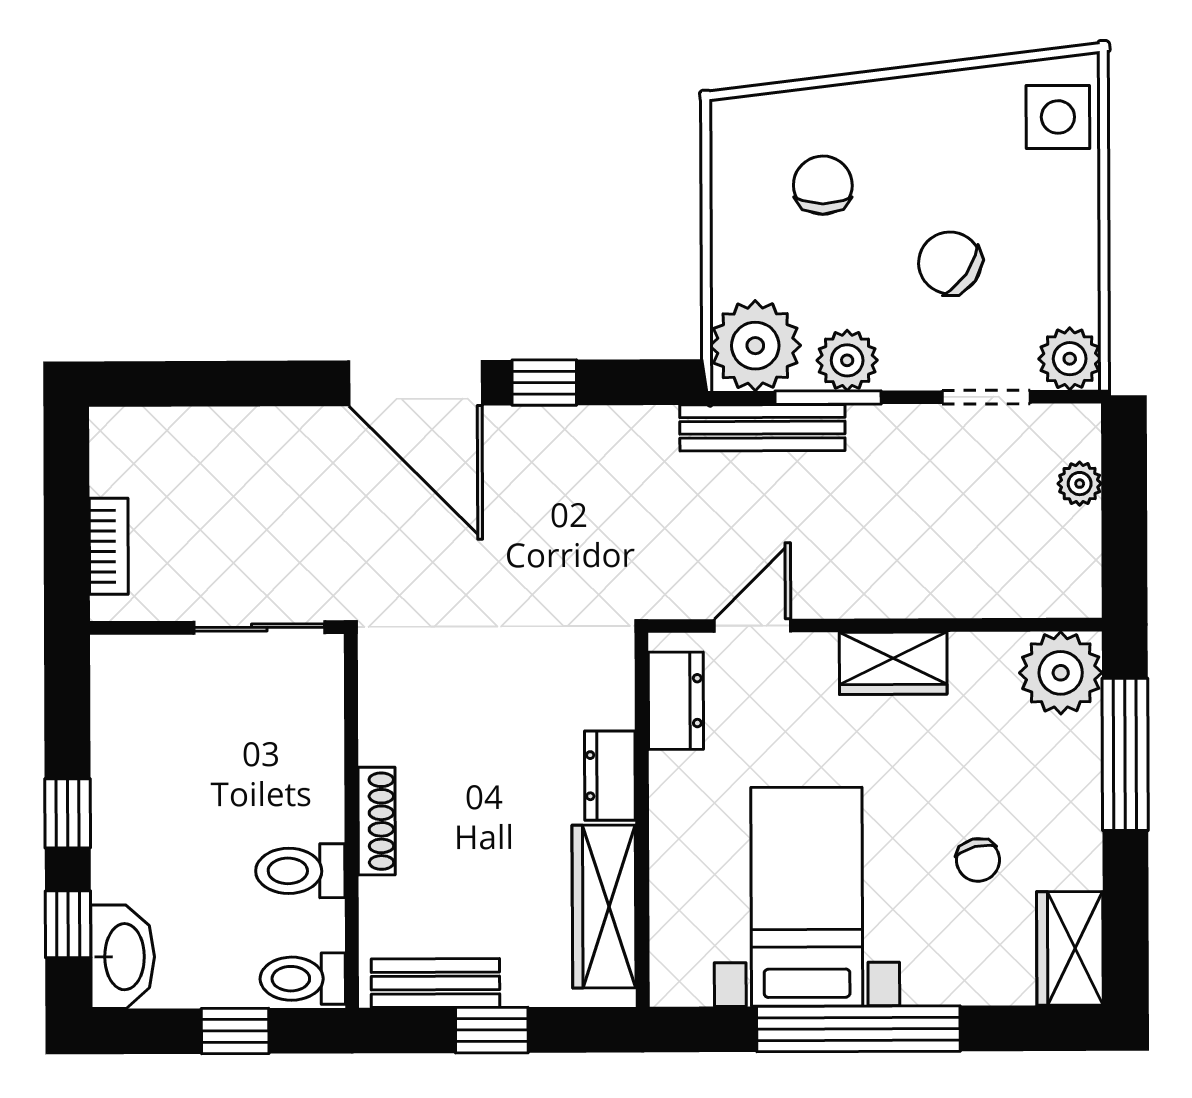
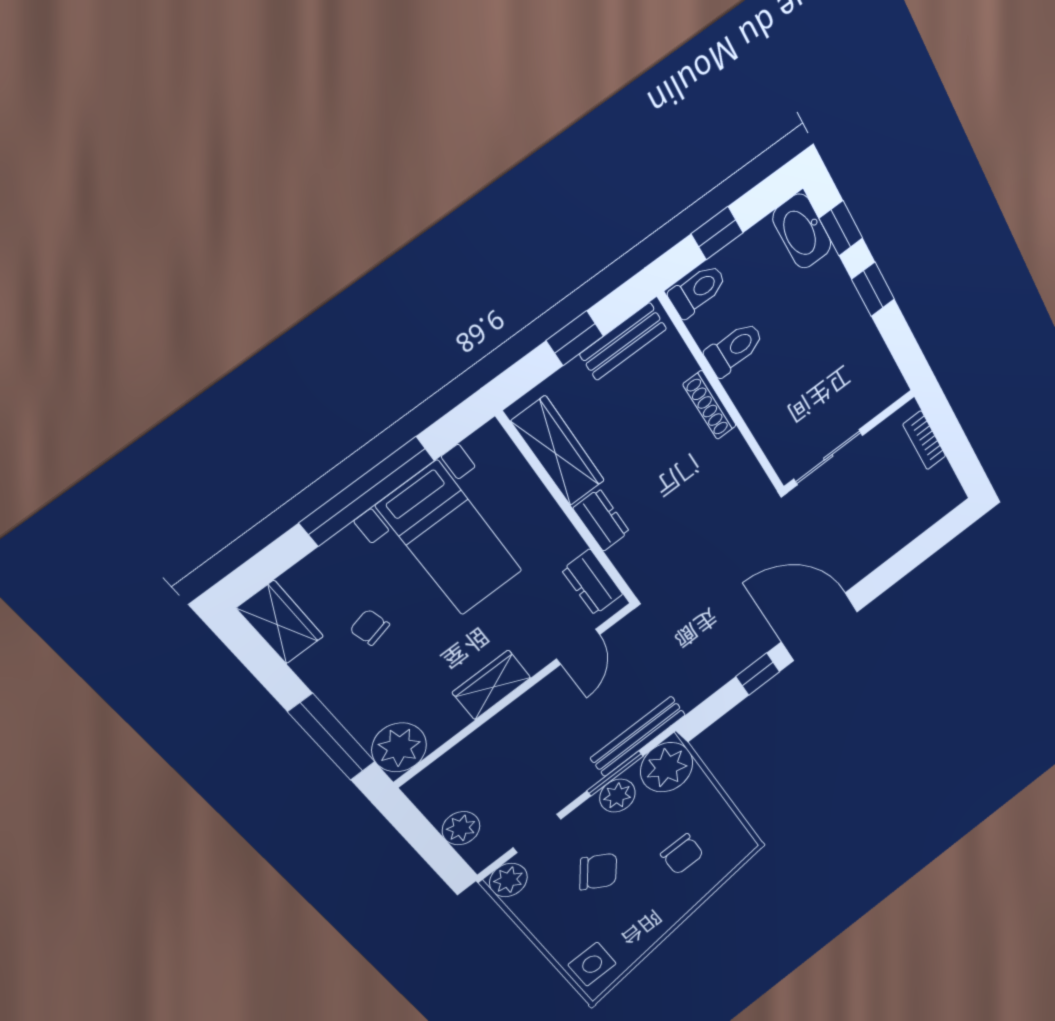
plant: (1080, 484) -> (461, 828), width x1.38, depth x1.38

